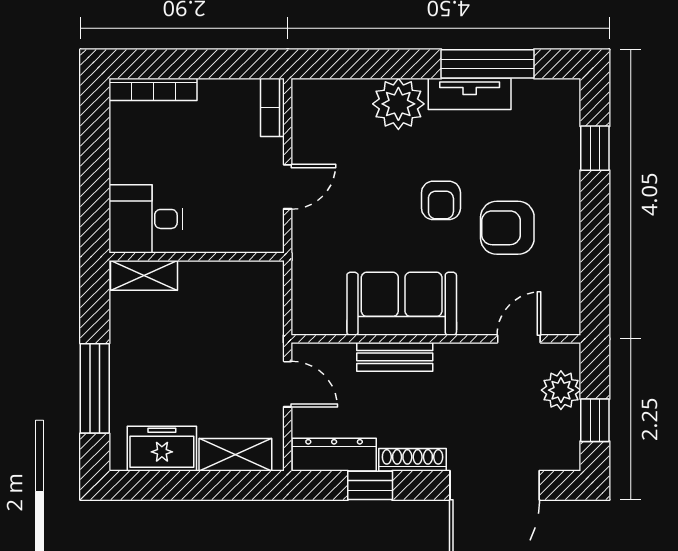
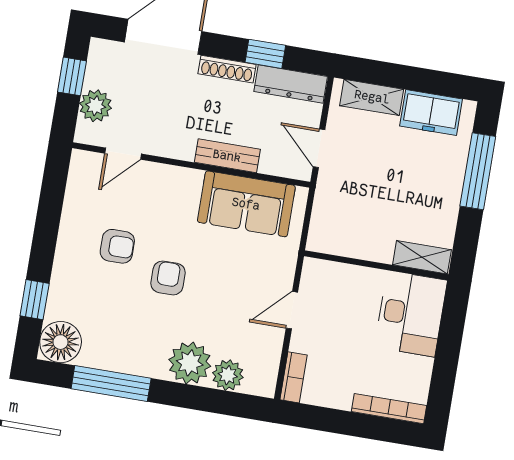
tv unit: (470, 94) -> (130, 361), removed
plant: (351, 97) -> (228, 375), added
floor lamp: (556, 103) -> (61, 342), added
desk: (146, 219) -> (411, 314), width x1.37
armchair: (507, 228) -> (117, 246), width x0.72, depth x0.72
sofa: (402, 304) -> (246, 204), moved

